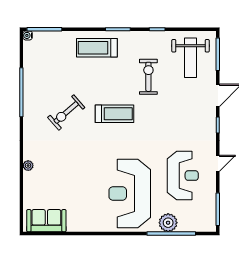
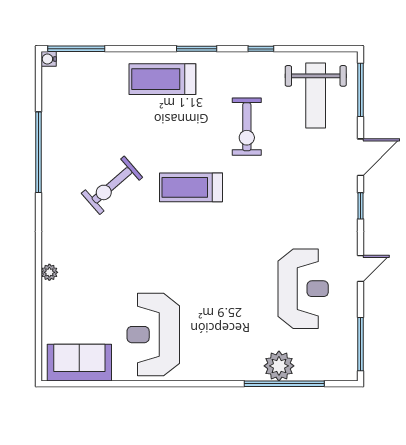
exercise bike: (148, 77) -> (247, 127), turned 180
treadmill: (114, 114) -> (191, 187), turned 180
reception desk: (130, 193) -> (153, 335), moved, width x0.74, depth x0.77

